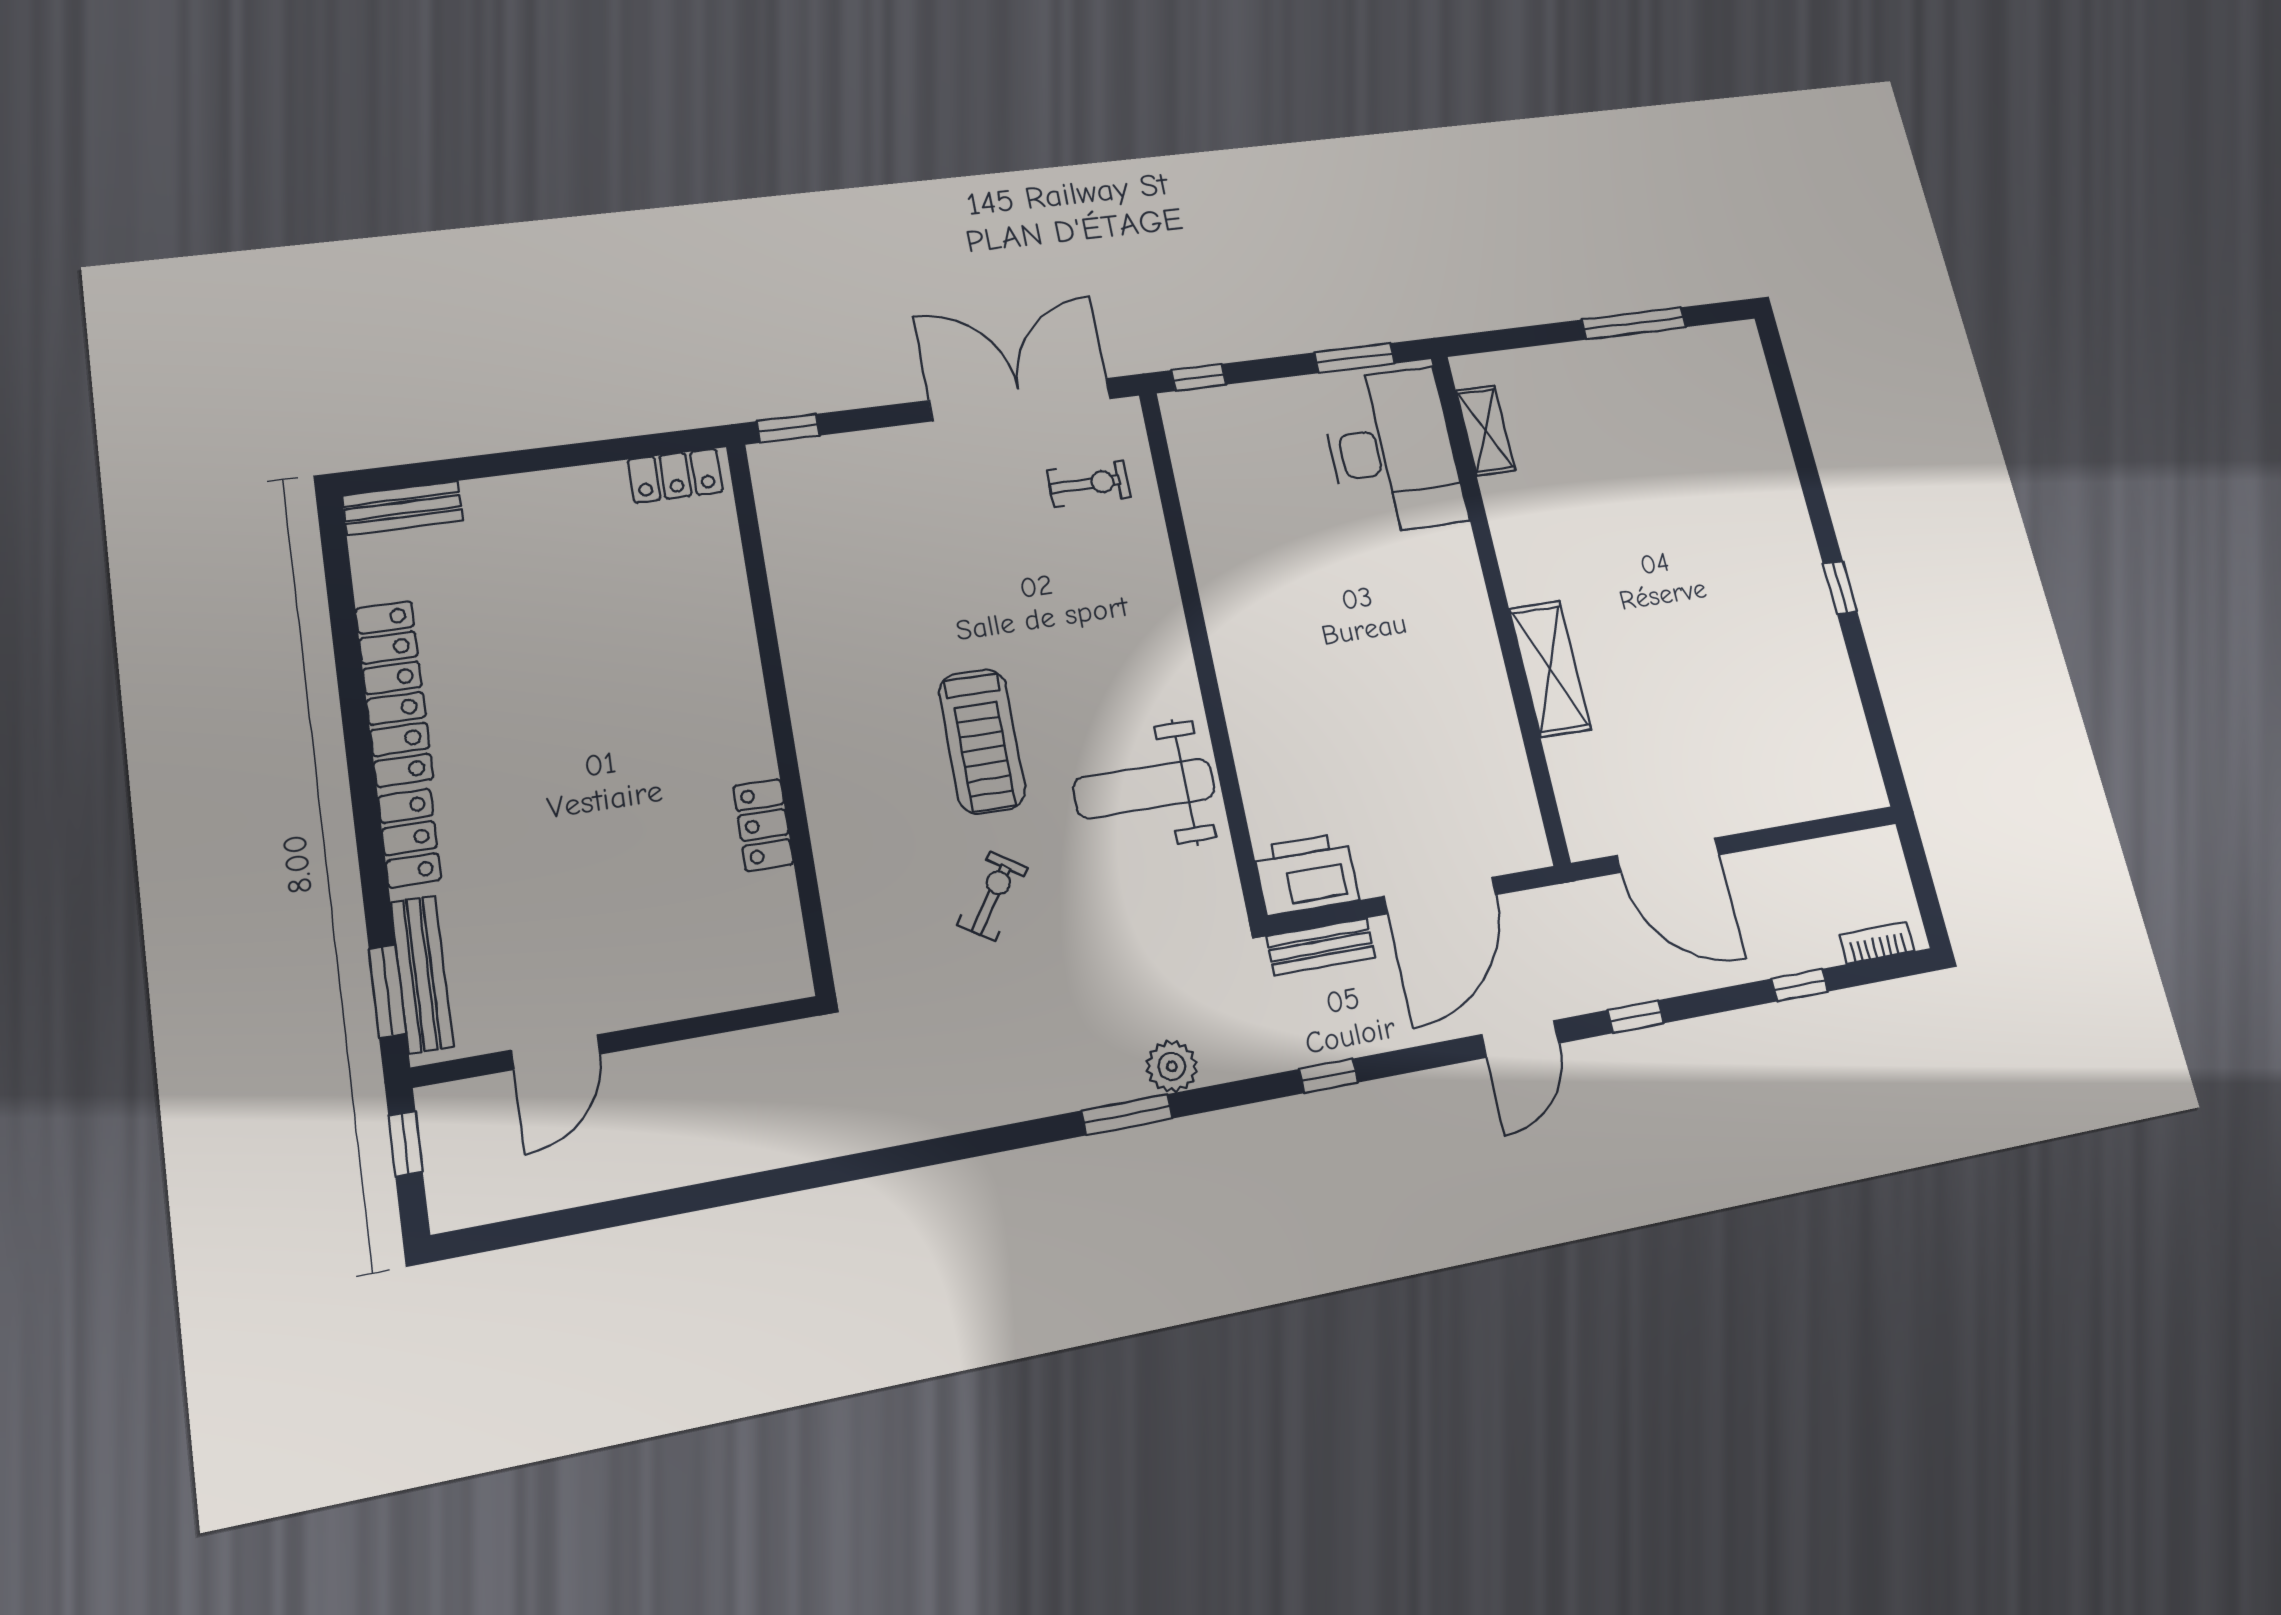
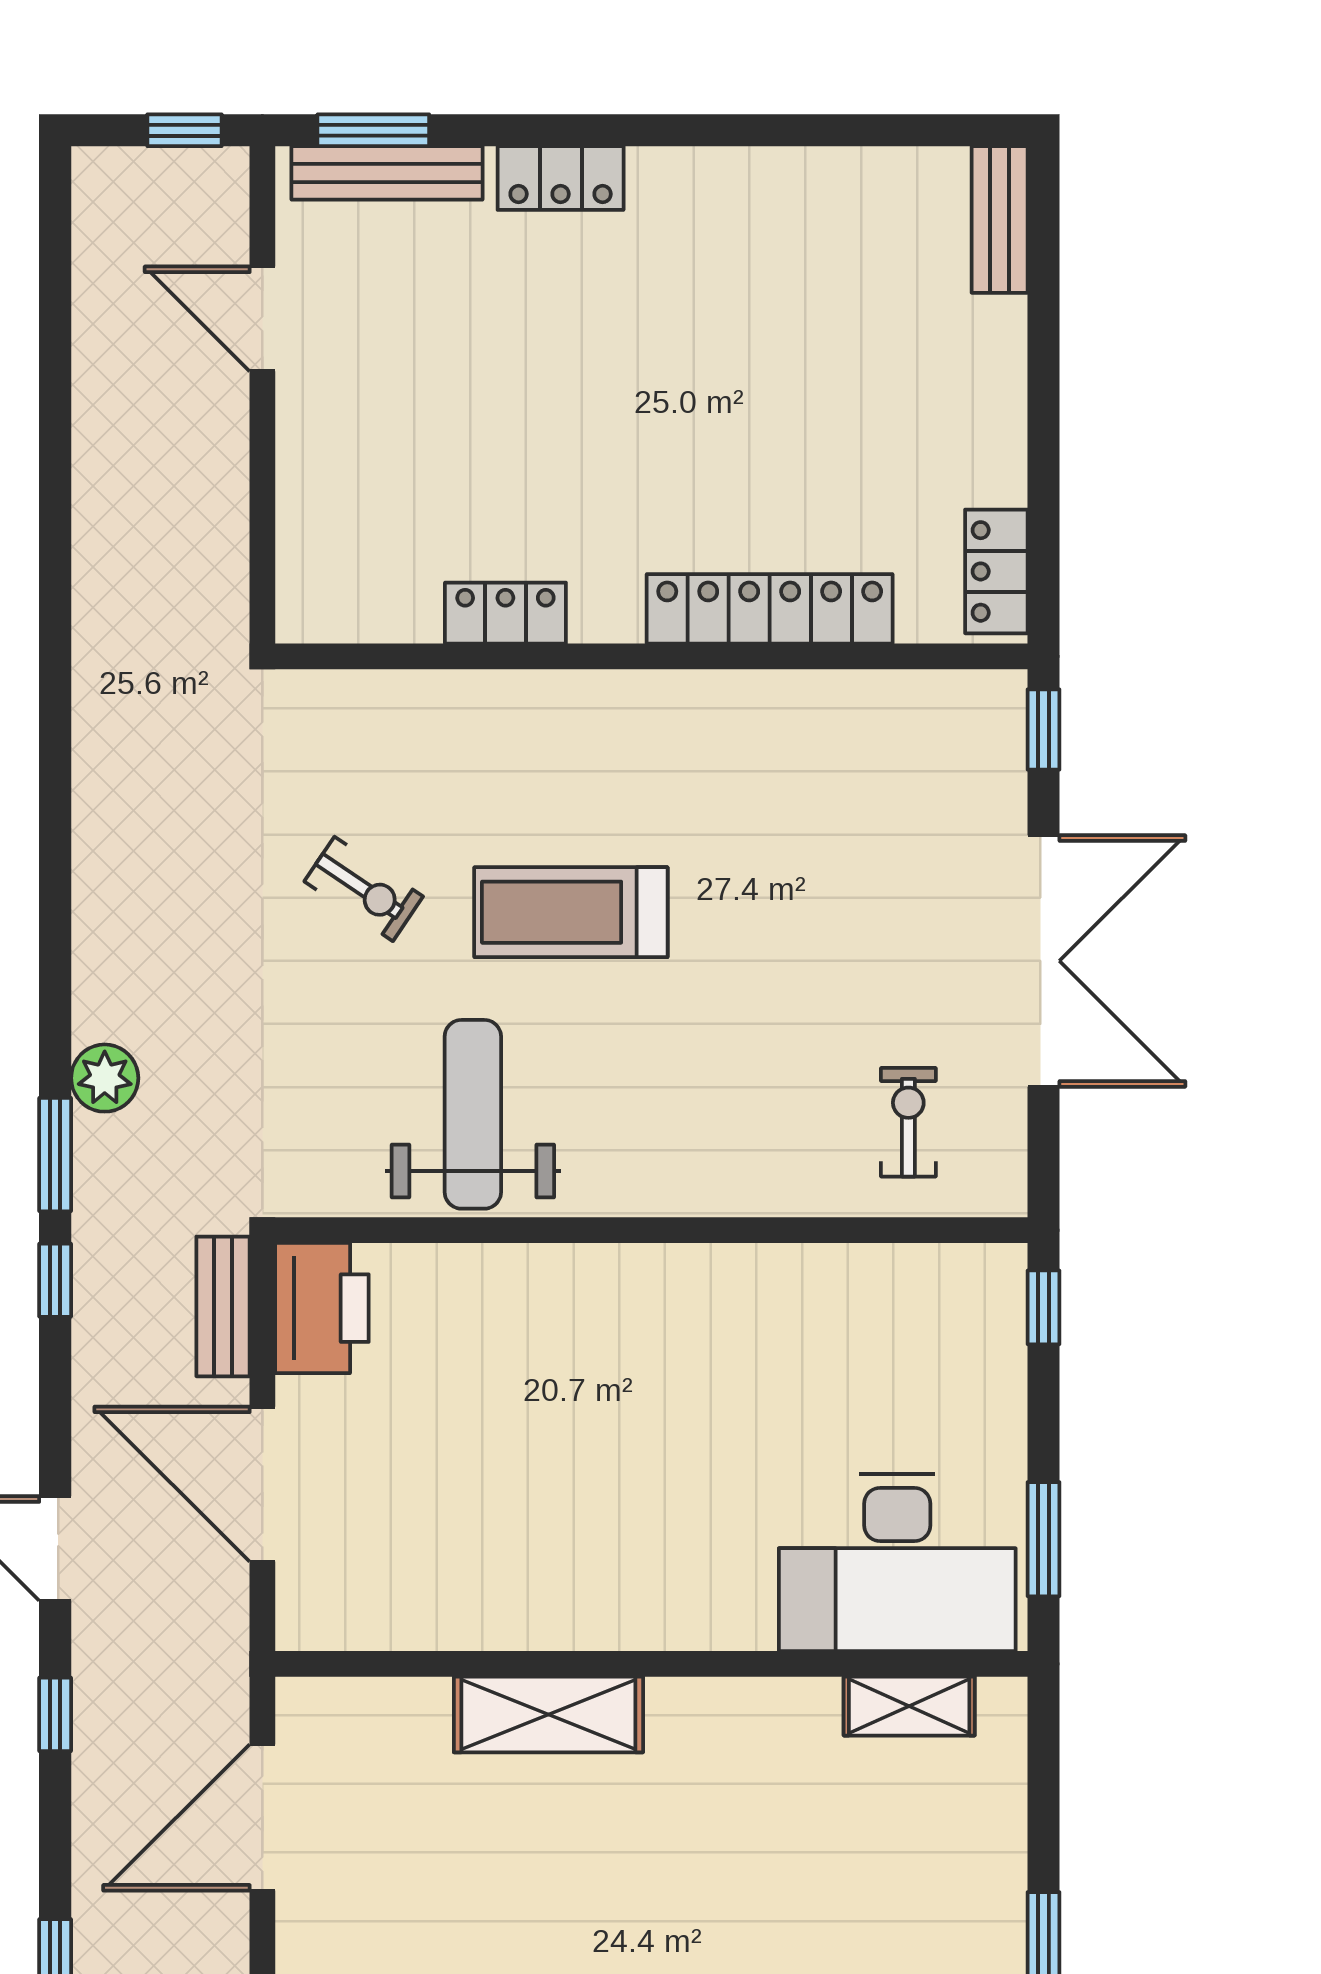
double door: (1020, 400) -> (1044, 961), moved
exercise bike: (1089, 484) -> (908, 1122), turned 180
locker: (394, 693) -> (770, 609), moved, turned 180
window: (1127, 1115) -> (55, 1155), moved

